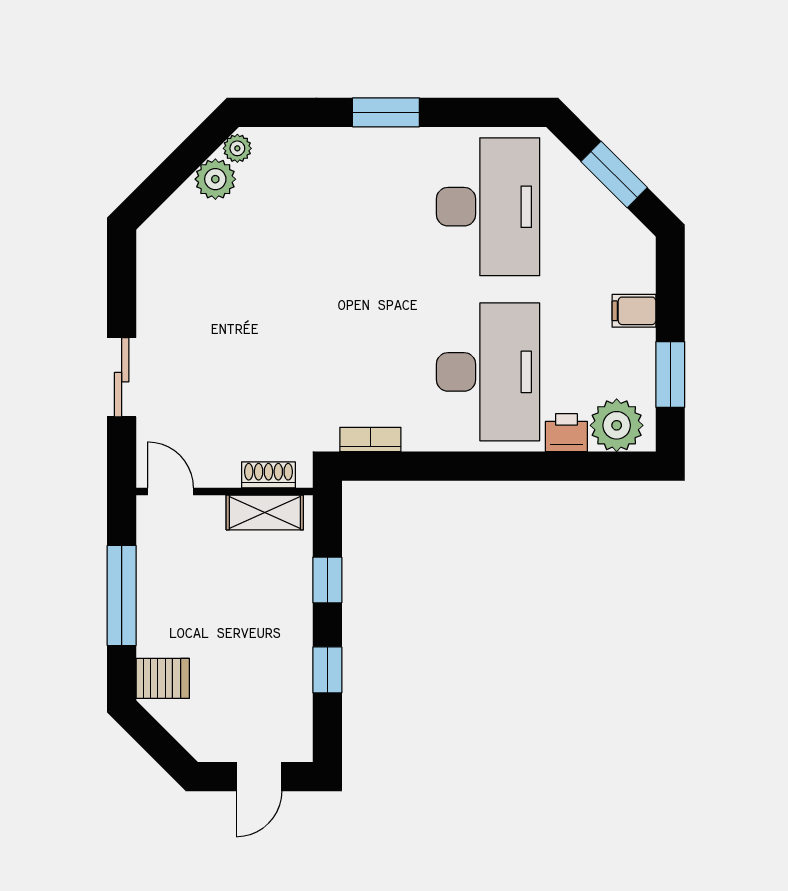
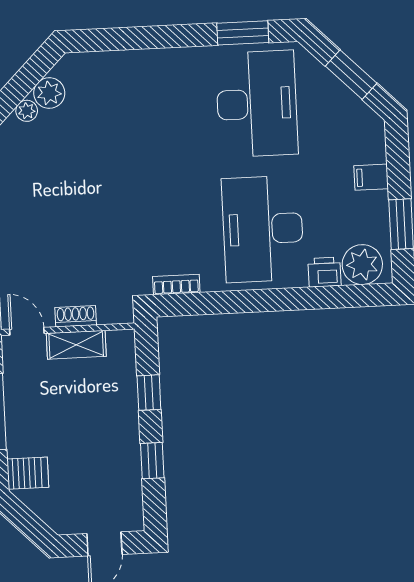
window: (386, 112) -> (243, 33), moved
plant: (237, 148) -> (27, 111), moved
desk: (488, 372) -> (263, 229), turned 180
shoe rack: (268, 475) -> (76, 316), moved
shelving: (265, 512) -> (76, 345), moved

